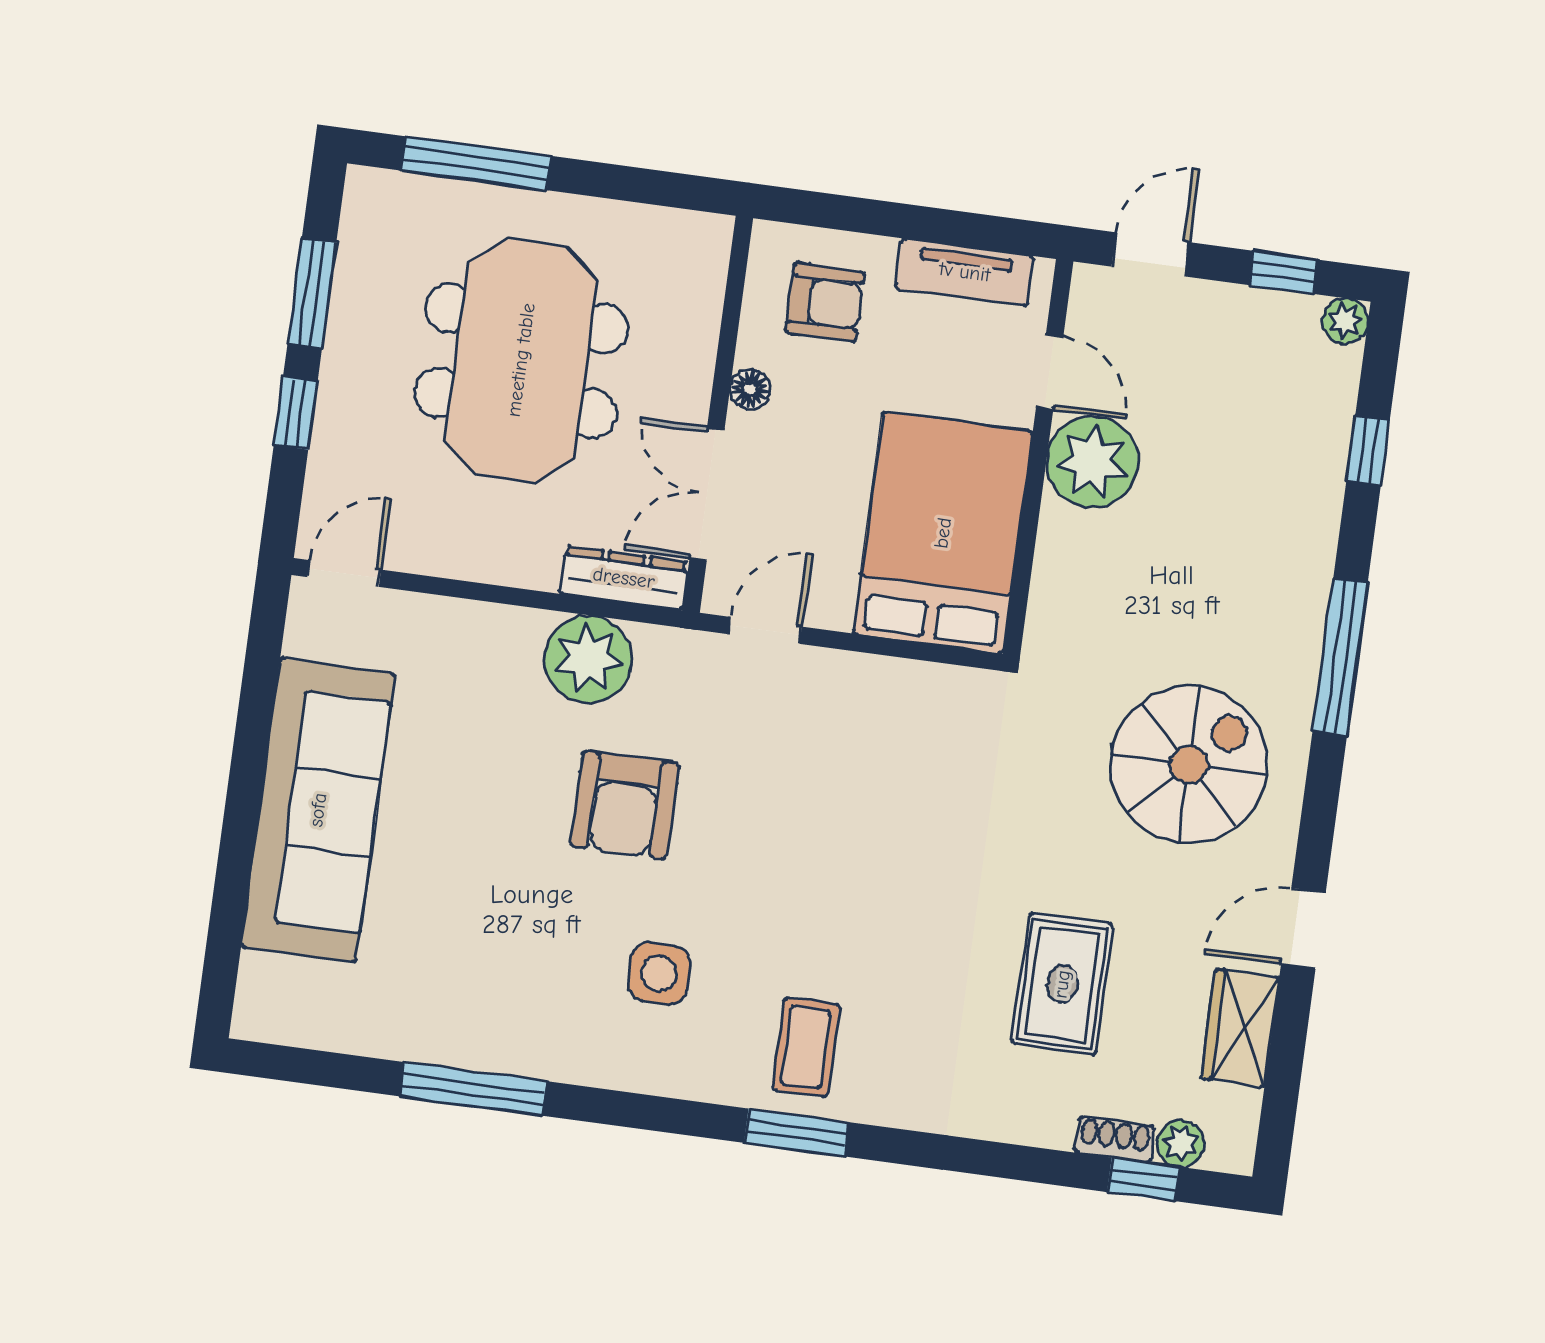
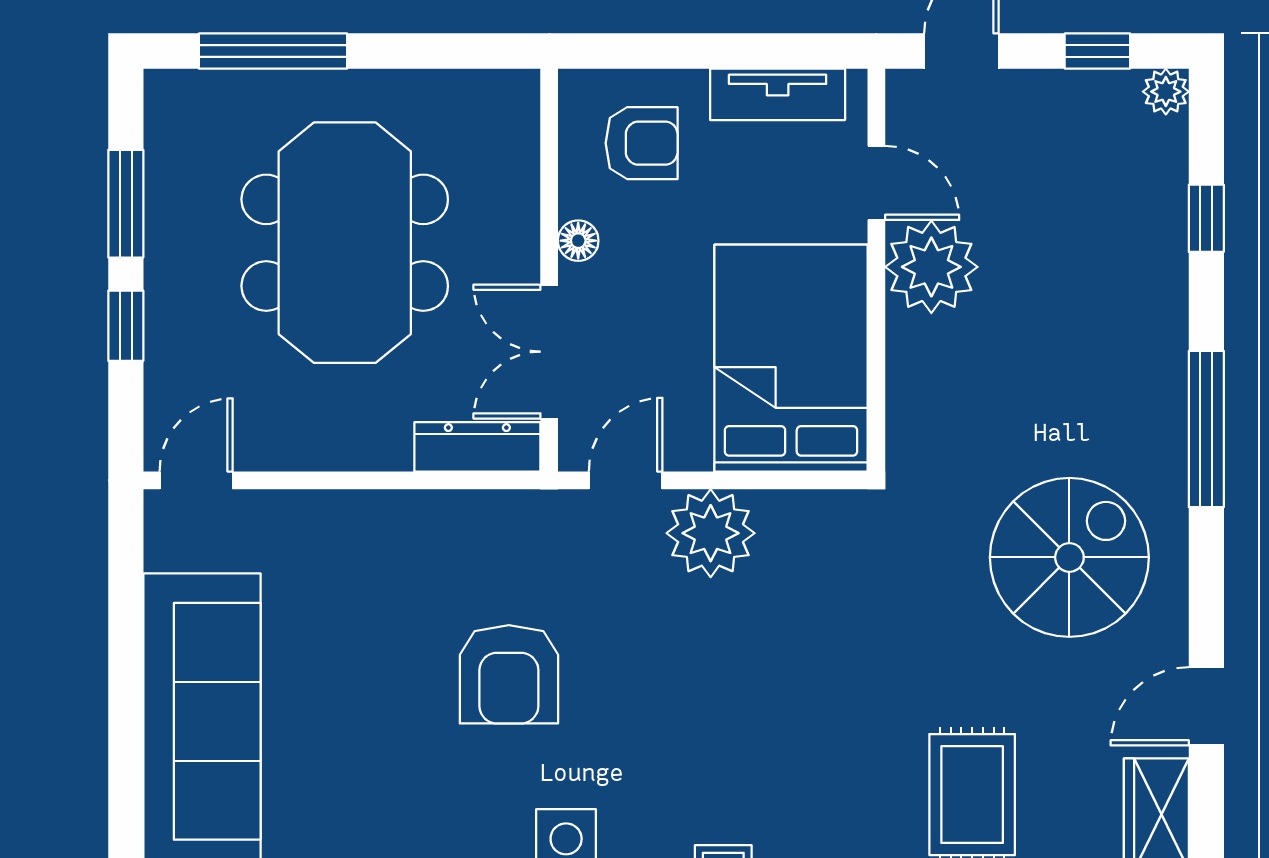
plant: (588, 659) -> (711, 533), moved

